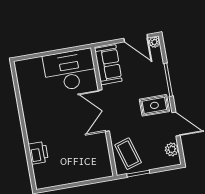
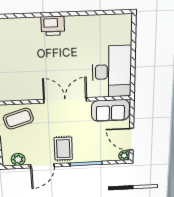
door: (136, 38) -> (131, 139), hinge flipped
printer: (38, 153) -> (53, 26), moved

